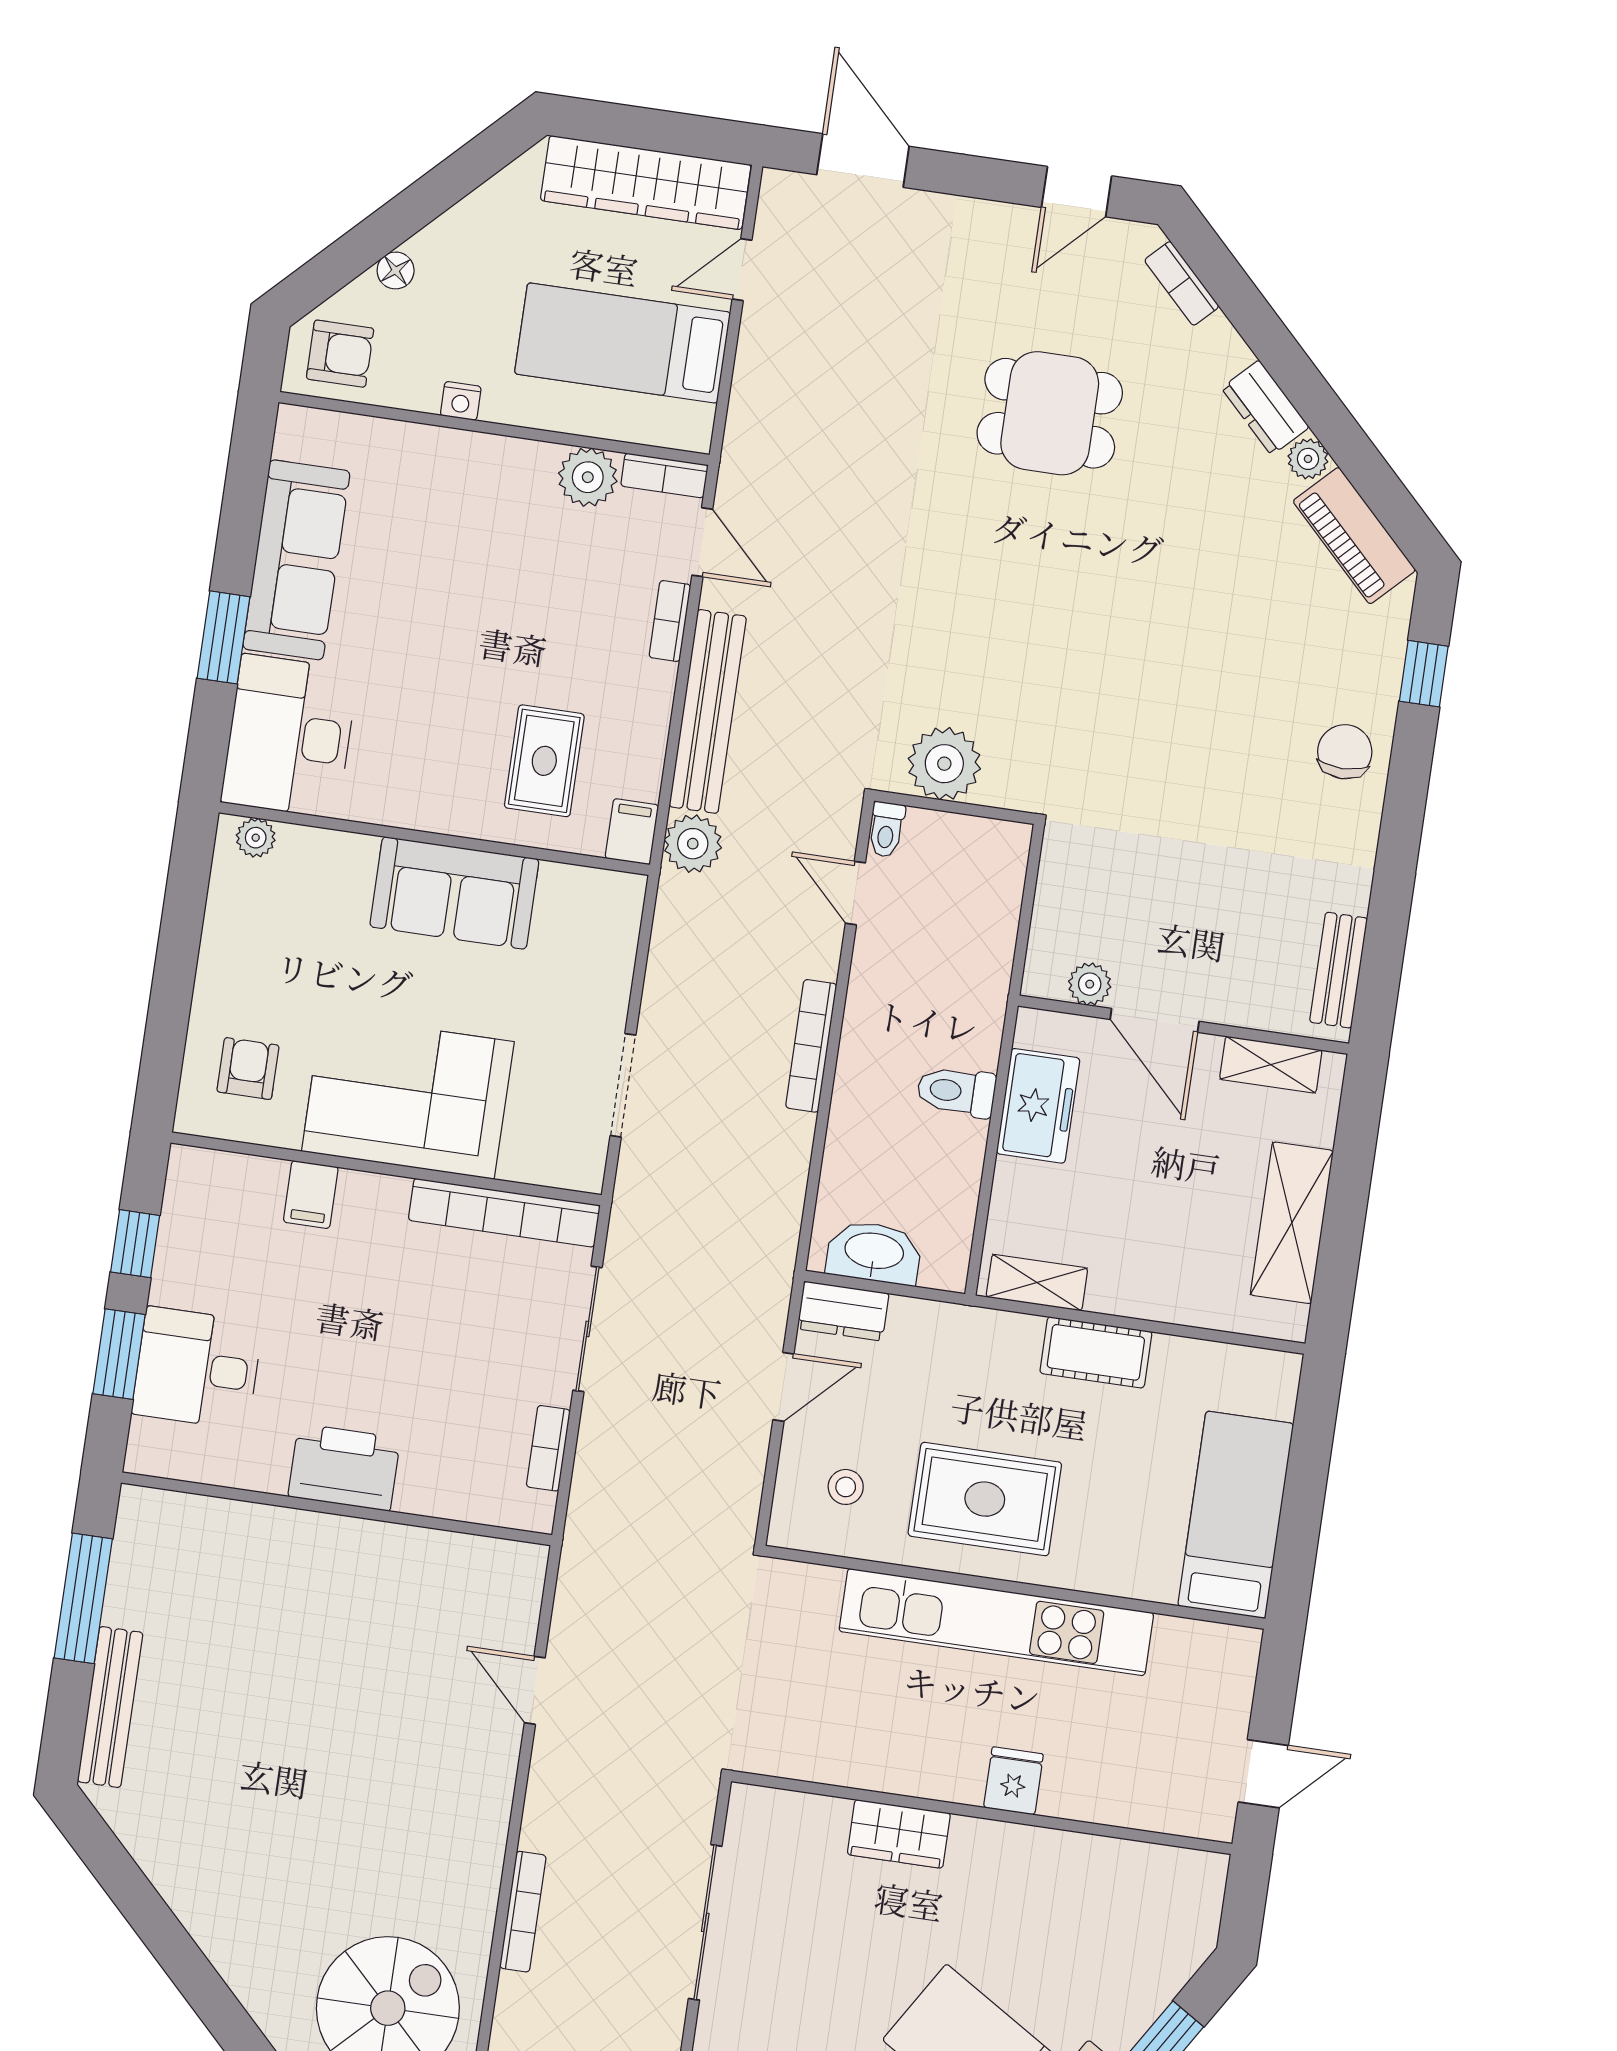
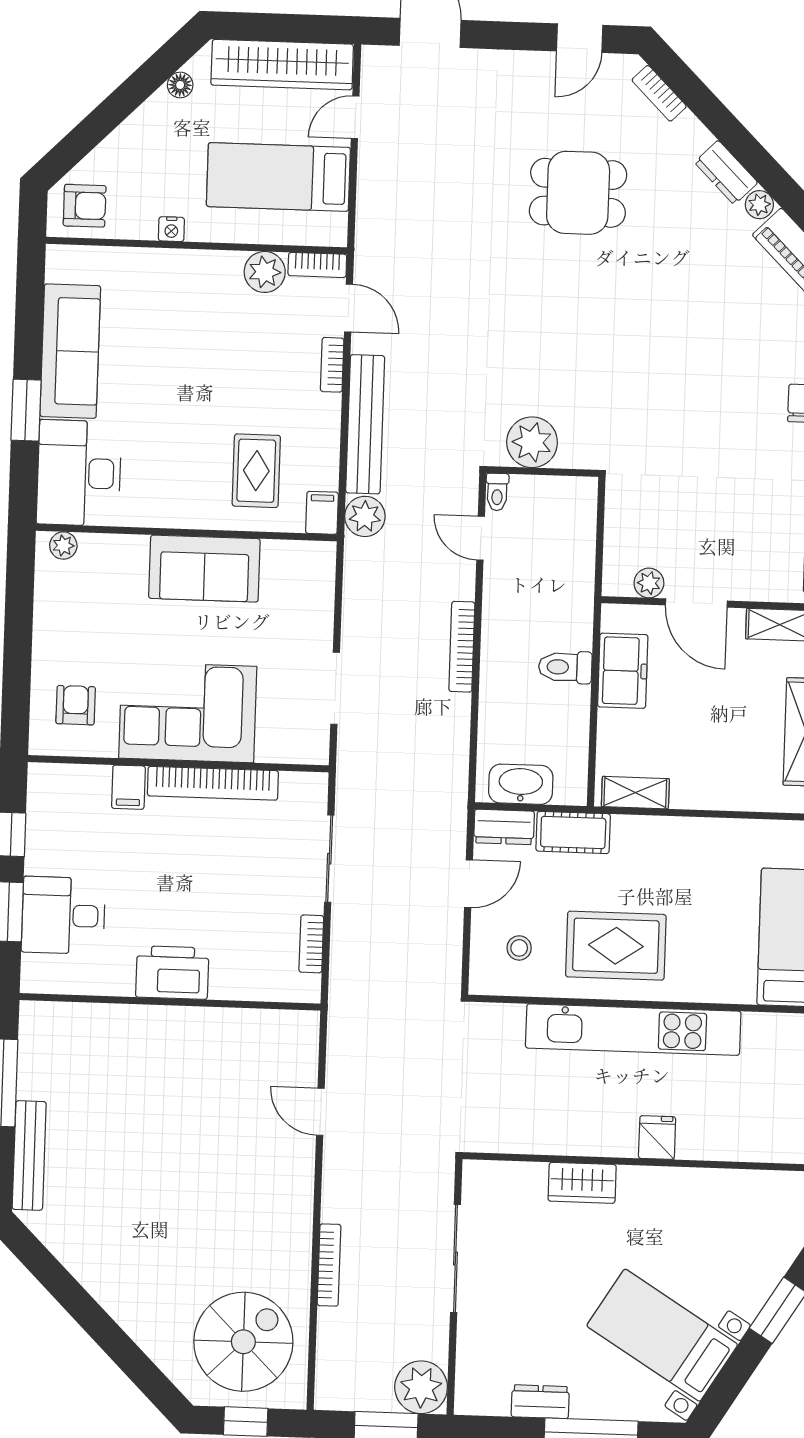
floor lamp: (396, 270) -> (180, 85), moved
bookcase: (504, 1213) -> (213, 783), moved
cot: (1096, 1352) -> (573, 832), moved

